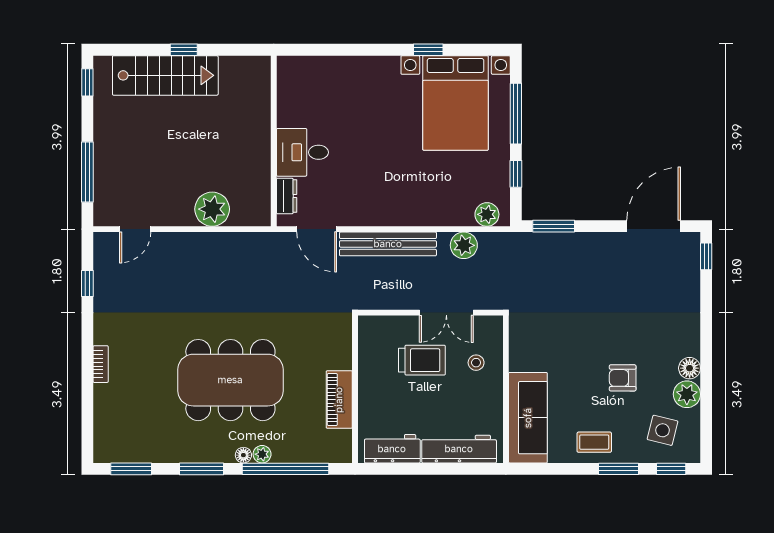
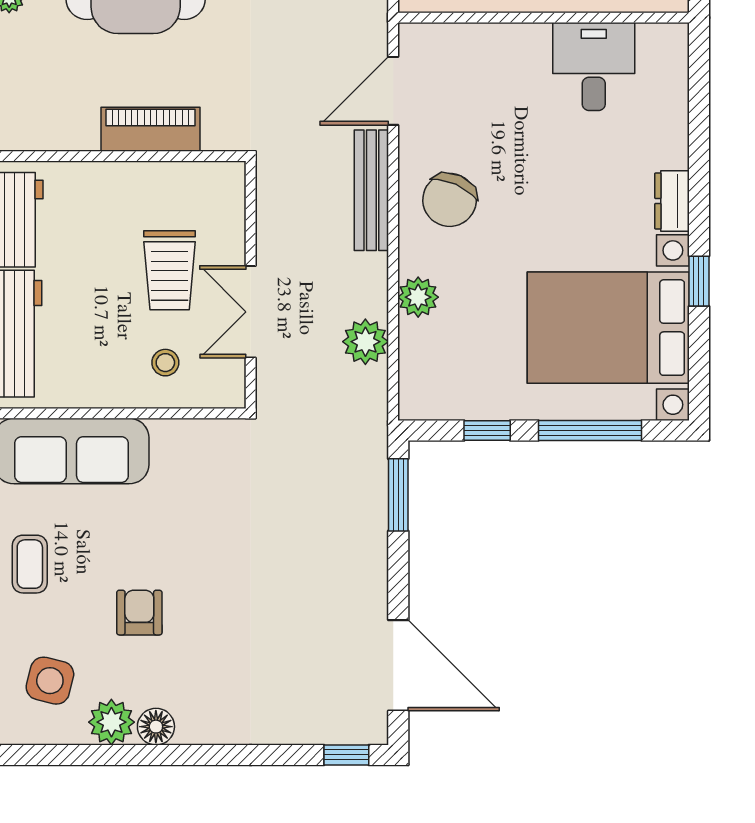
desk: (302, 152) -> (594, 67), moved
dresser: (287, 196) -> (672, 201), moved, turned 90
chair: (381, 196) -> (450, 200), added
plant: (487, 214) -> (418, 297), moved
bench: (388, 244) -> (371, 190), width x0.73, depth x0.82
piano: (339, 400) -> (151, 129), moved

